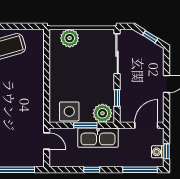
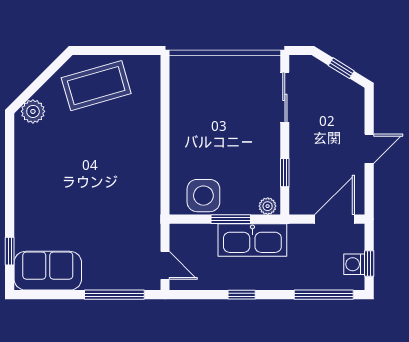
plant: (70, 38) -> (204, 71), removed
sliding door: (117, 54) -> (285, 97), width x0.73
plant: (102, 113) -> (268, 206), width x0.53, depth x0.53
door: (47, 141) -> (165, 265), moved

